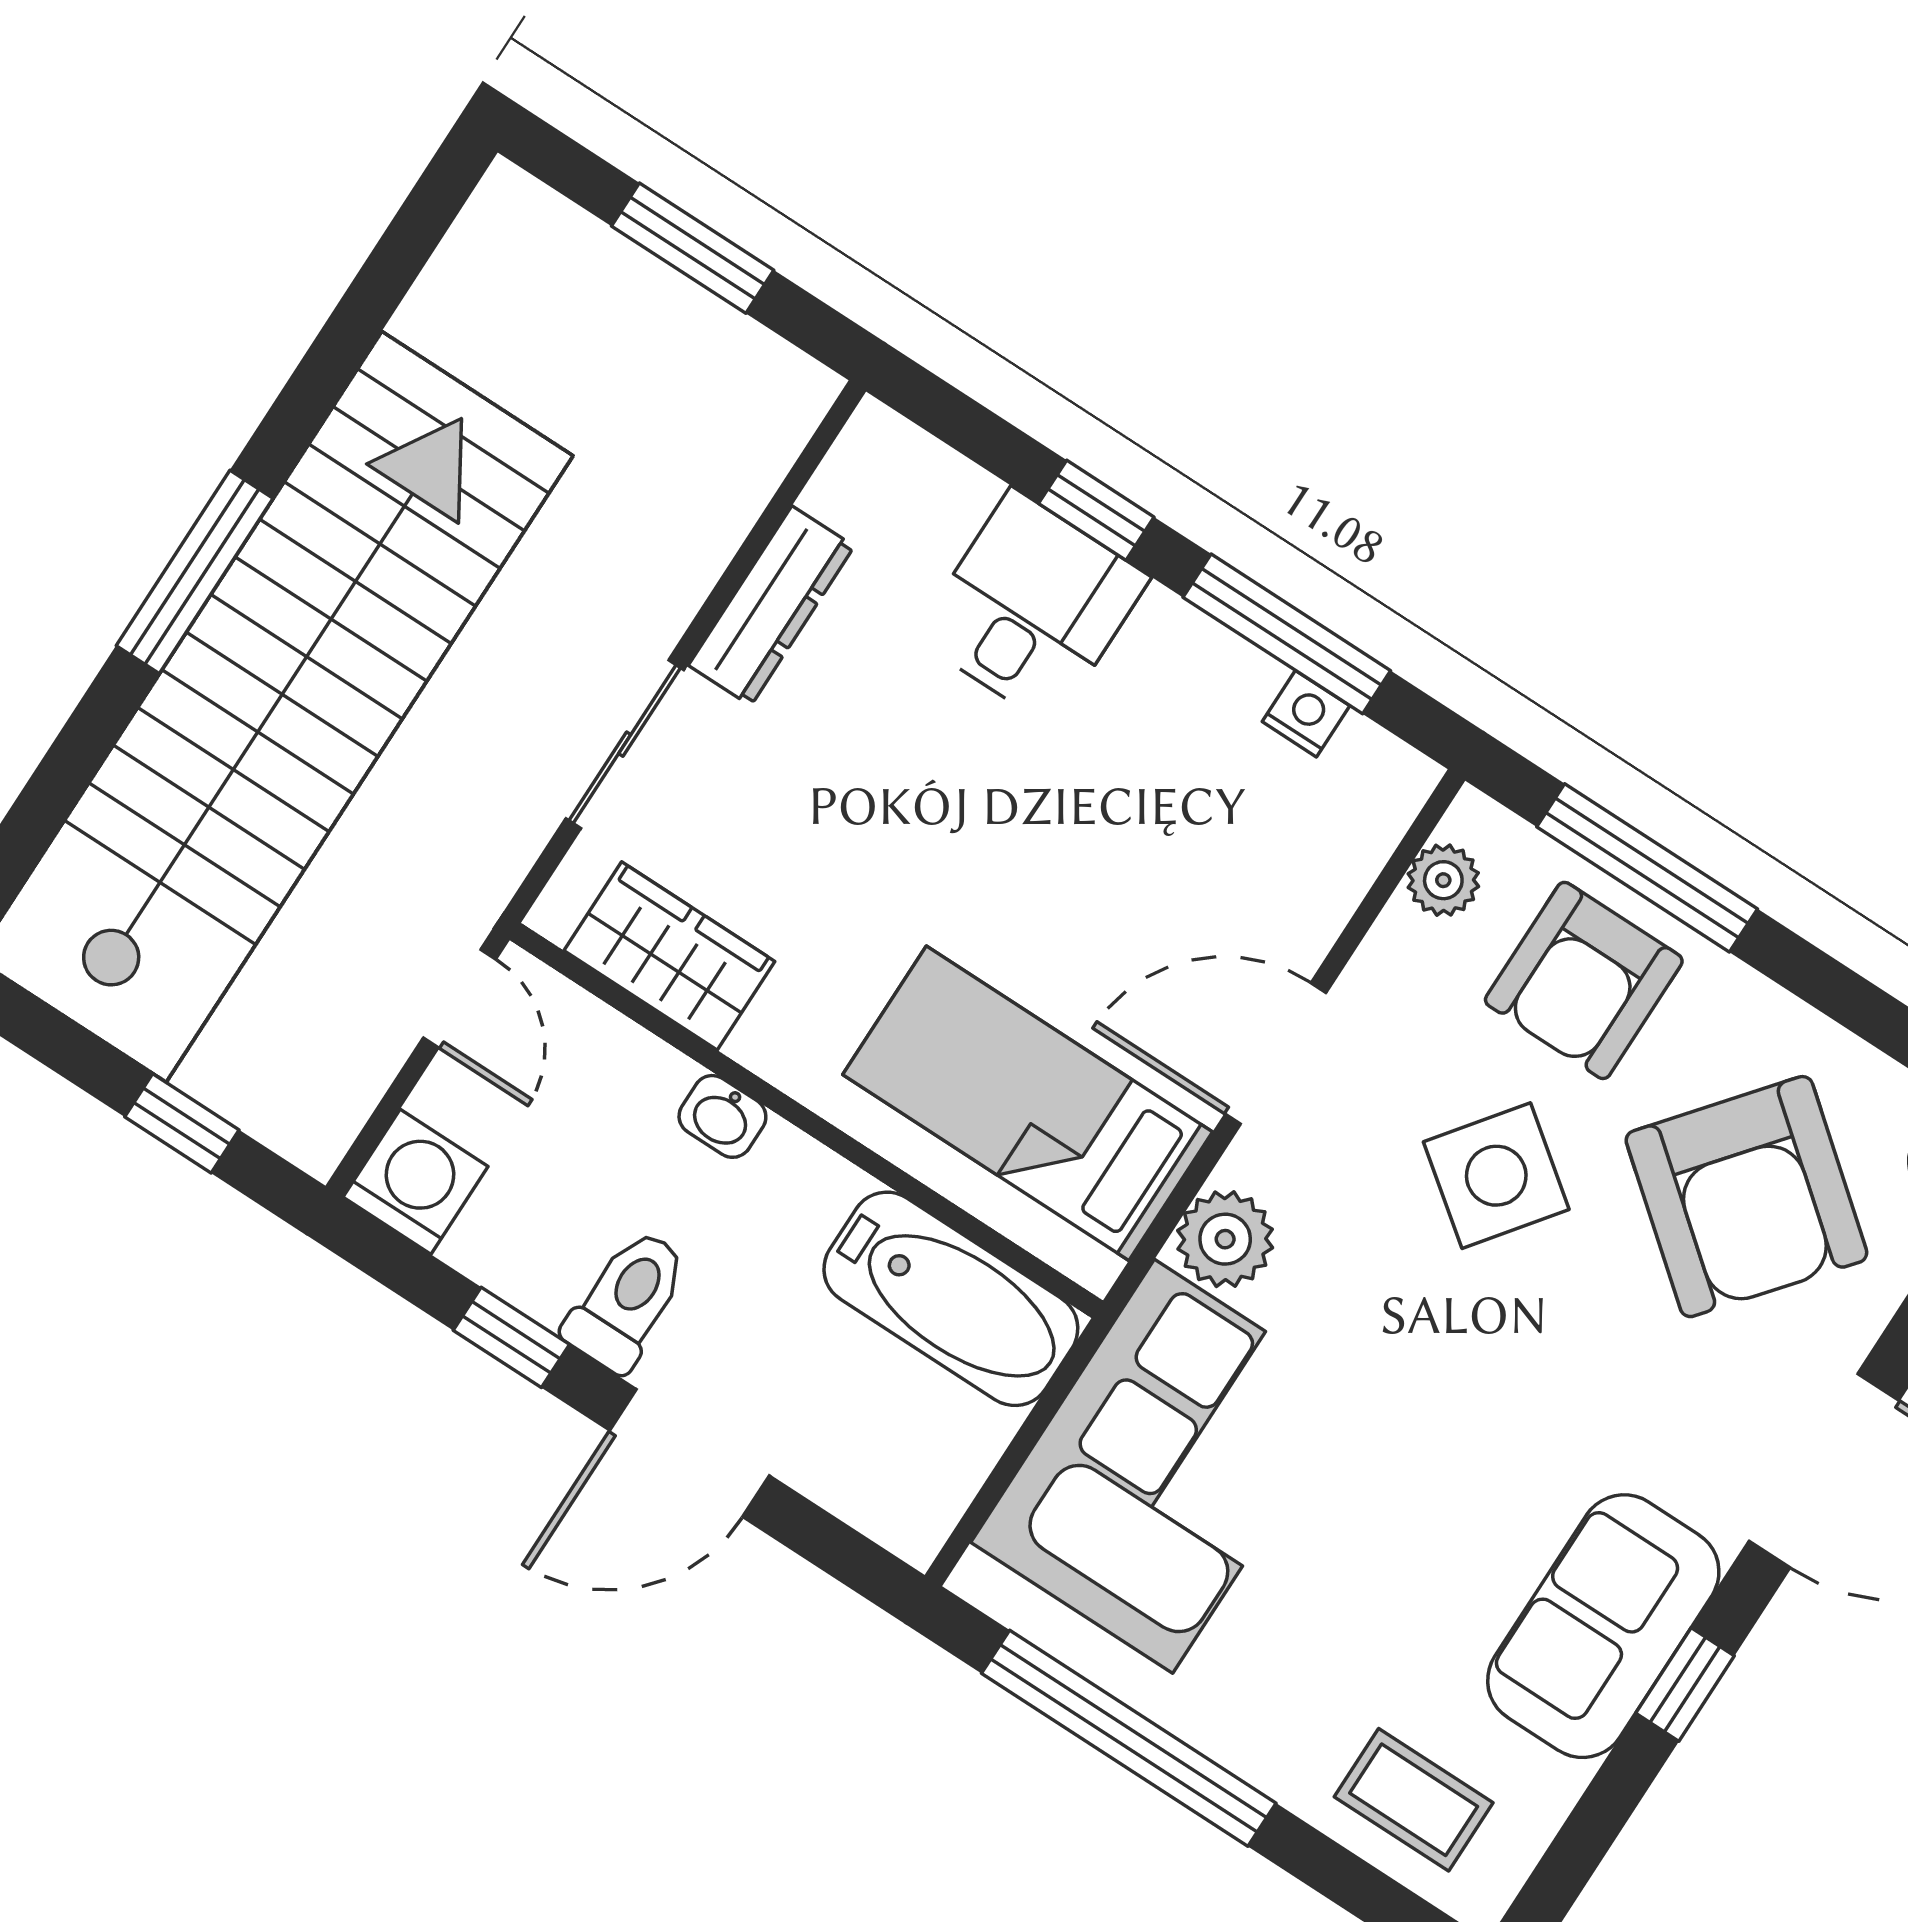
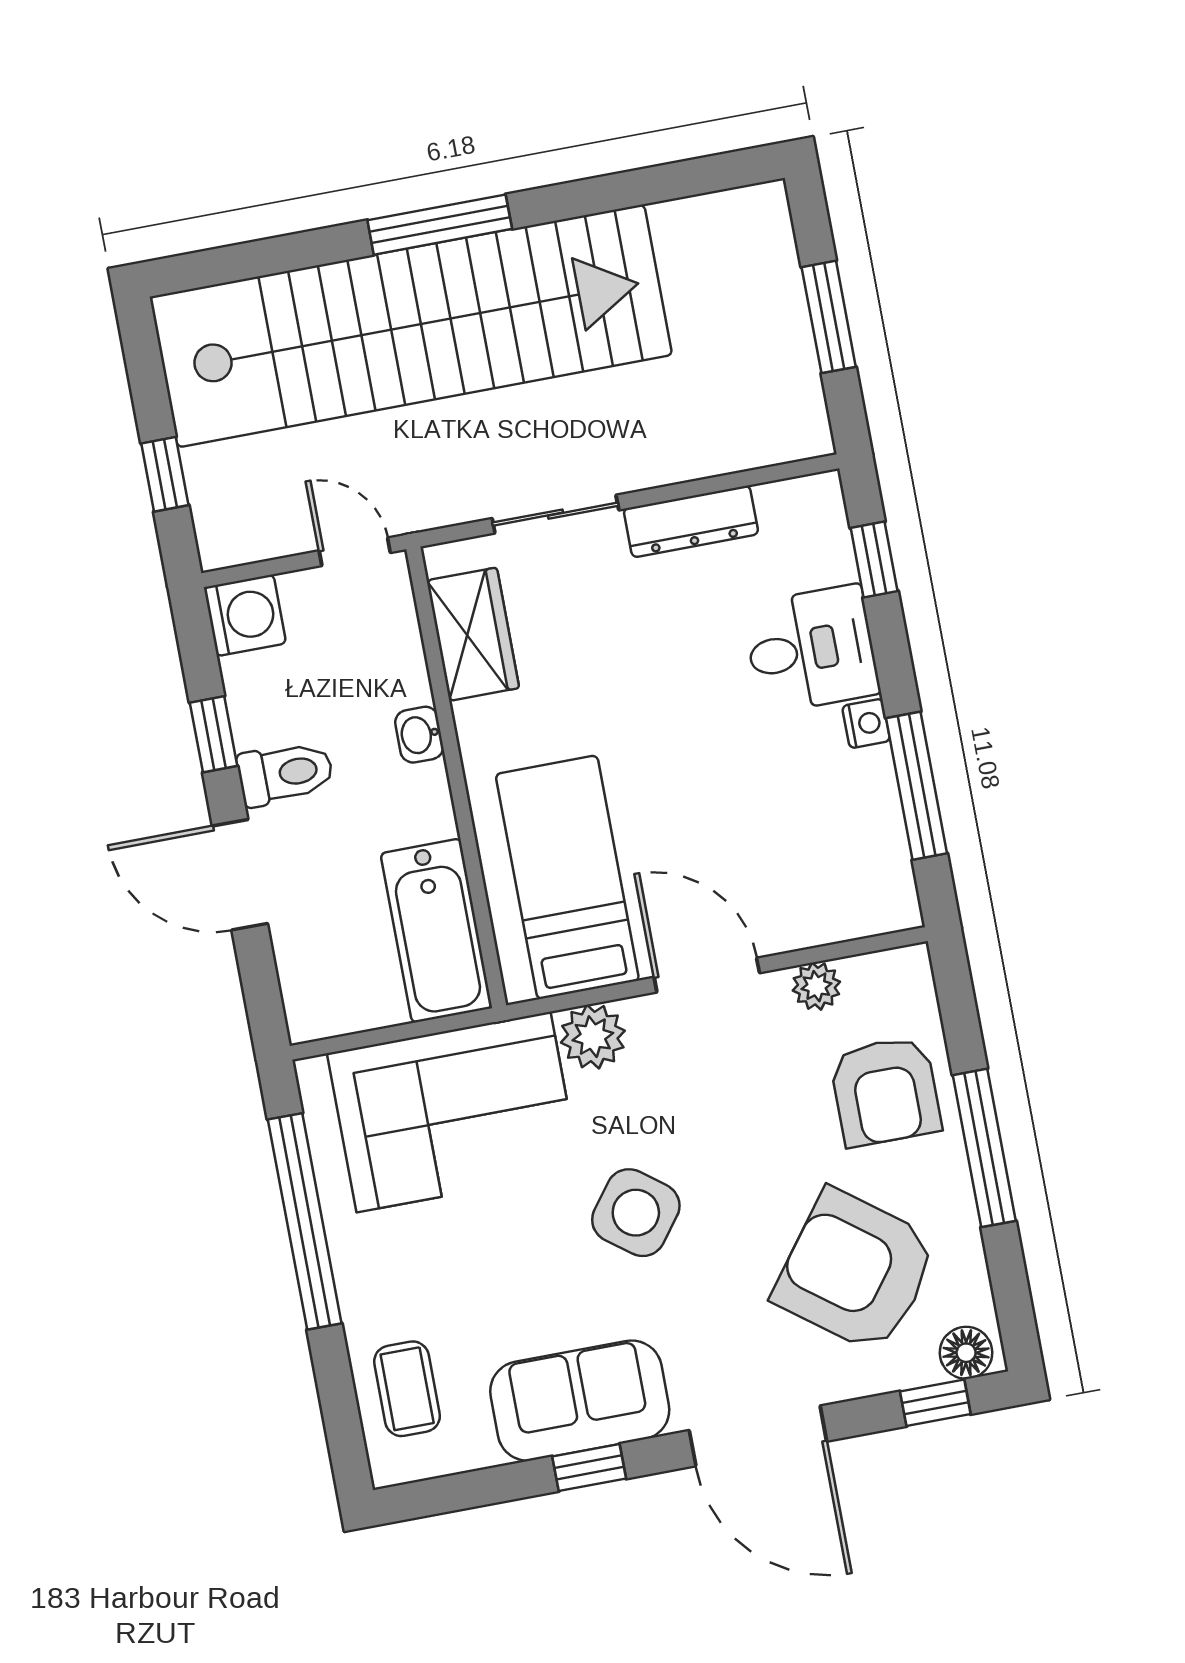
window: (1096, 510) -> (874, 559), moved
nightstand: (1306, 714) -> (866, 723), moved
window: (1647, 868) -> (984, 1148), moved
plant: (1443, 880) -> (816, 986), moved
armchair: (1584, 980) -> (885, 1091), turned -90
door: (460, 999) -> (355, 552), swing flipped
side table: (1496, 1176) -> (636, 1213), moved
armchair: (1746, 1197) -> (856, 1271), turned 88

